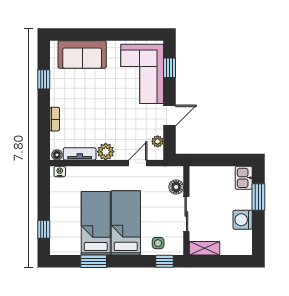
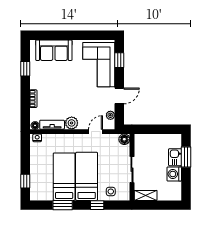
kitchen sink: (244, 178) -> (175, 157), moved
floor lamp: (176, 187) -> (124, 139), moved
window: (164, 261) -> (97, 205), moved

